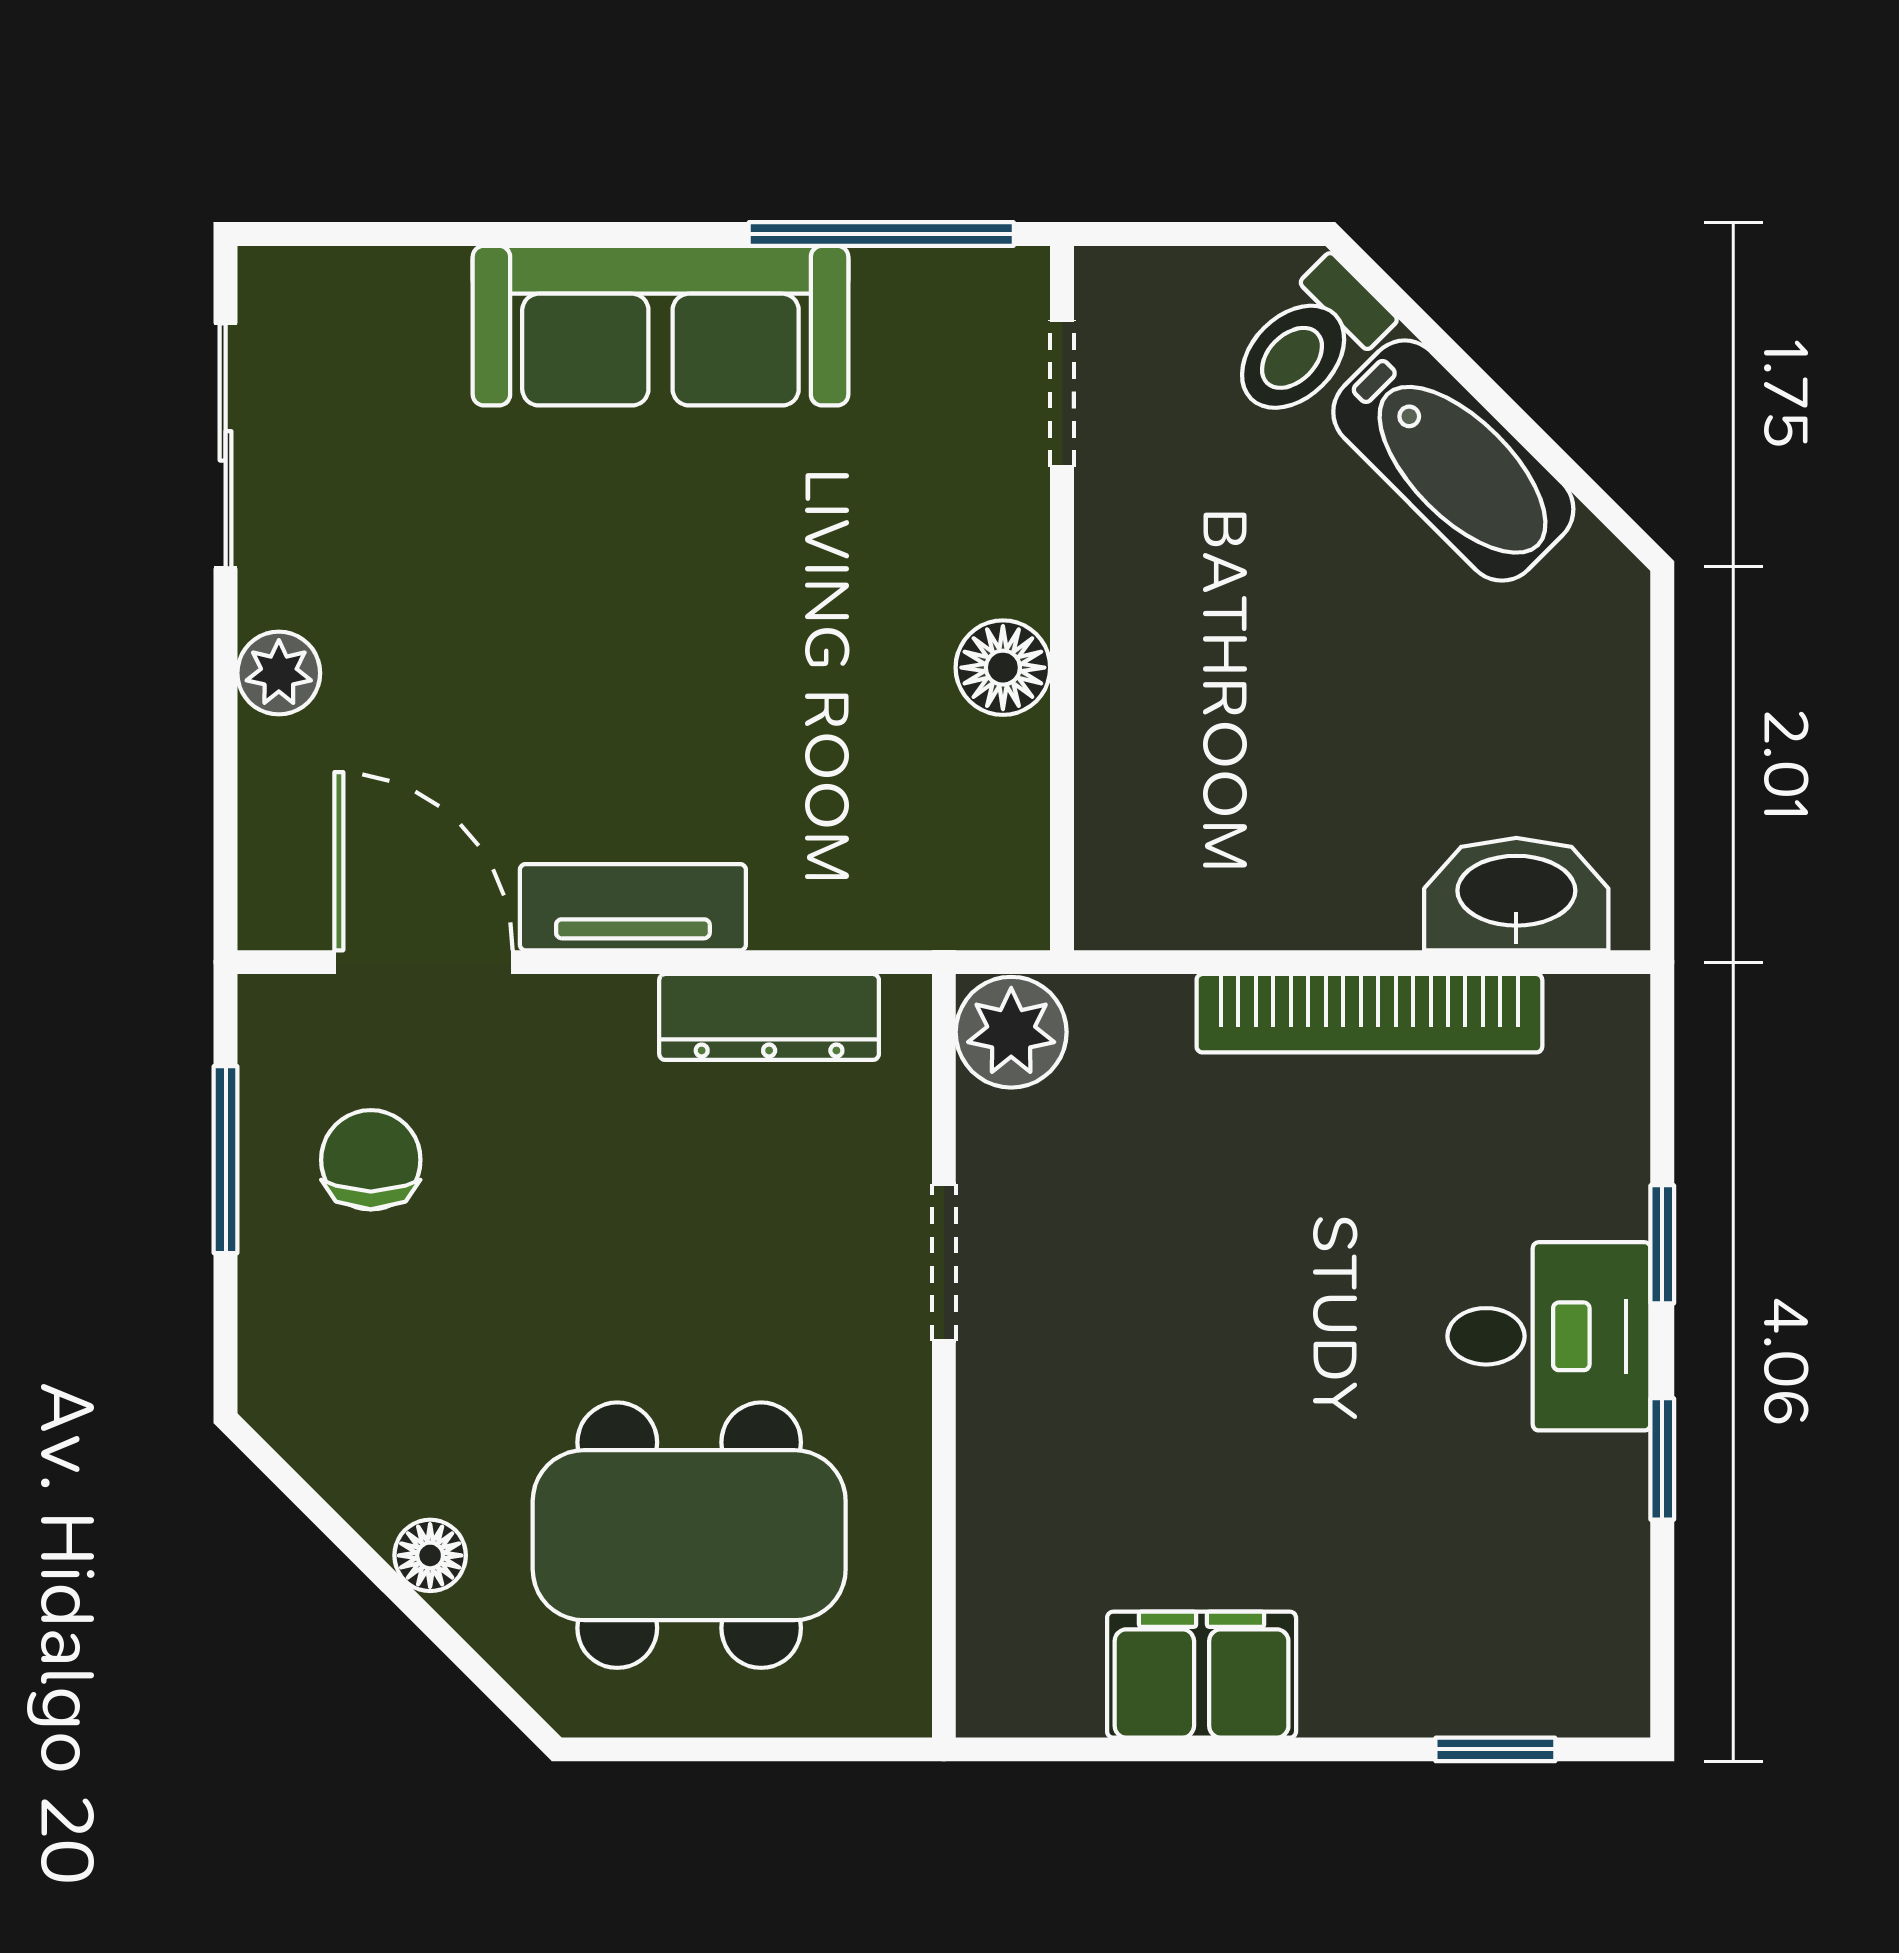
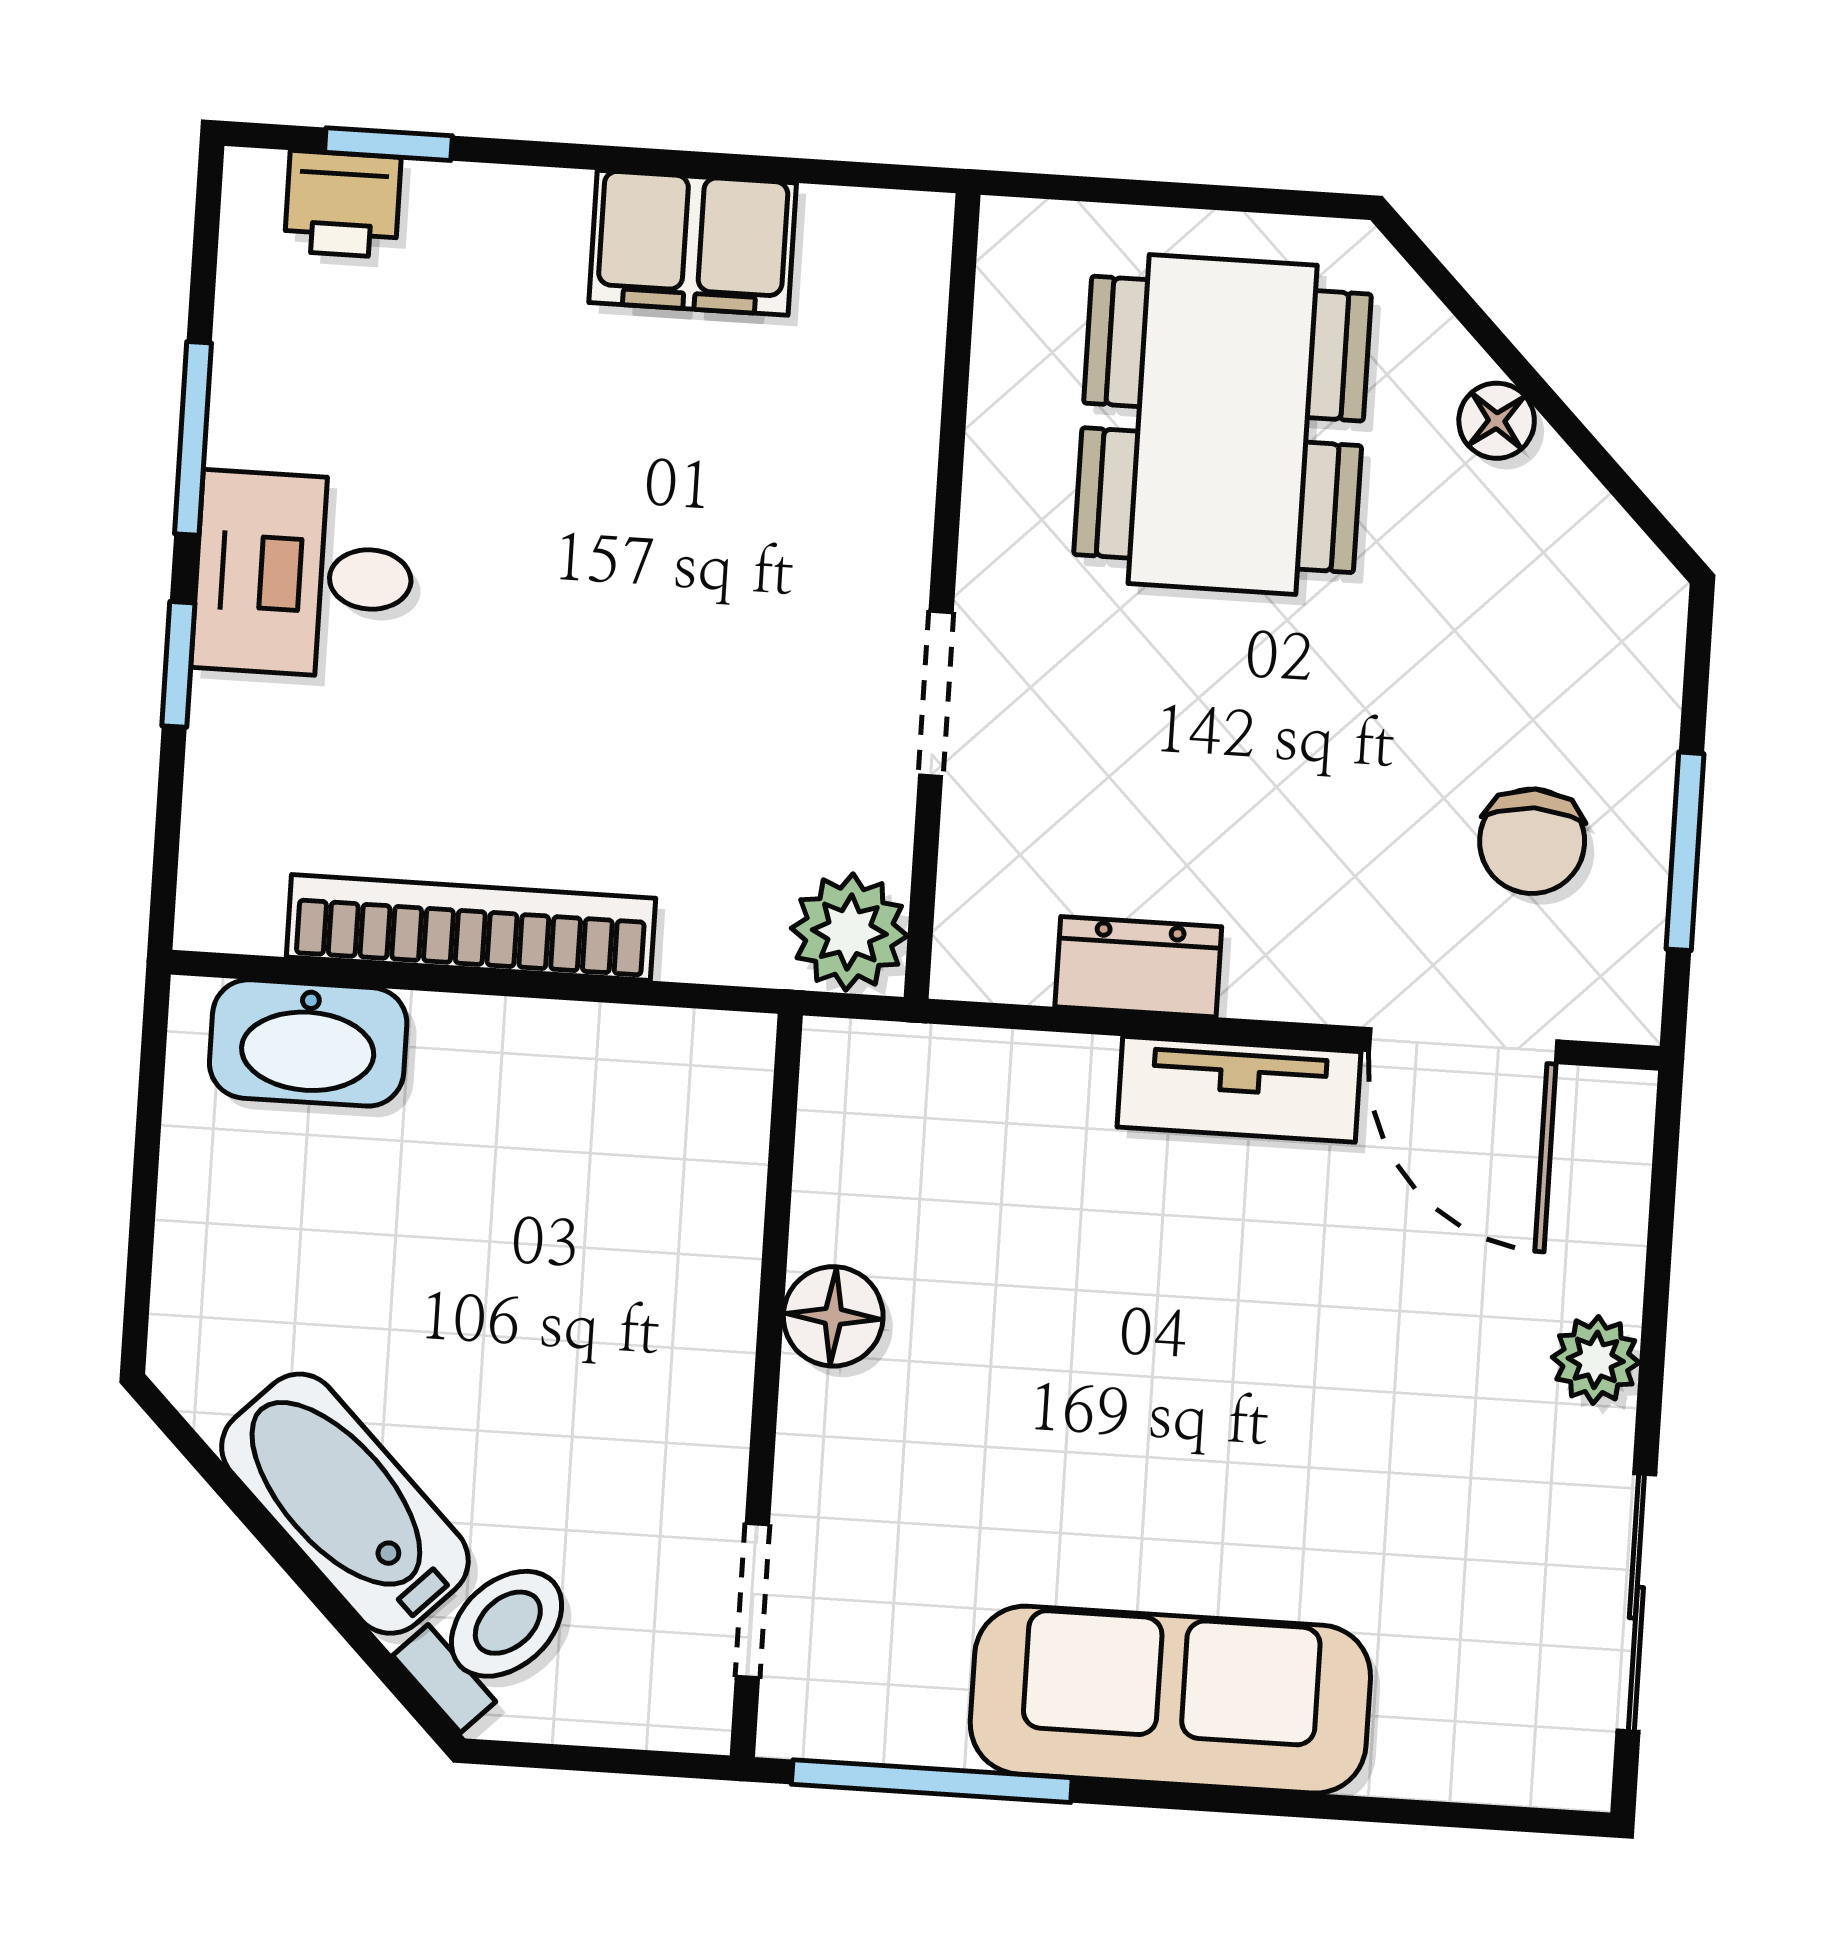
dresser: (769, 1017) -> (1138, 967), width x0.70
window: (1662, 1459) -> (193, 438), width x1.50
dining table: (689, 1535) -> (1223, 424), turned 90
printer: (1535, 1690) -> (343, 204), added

